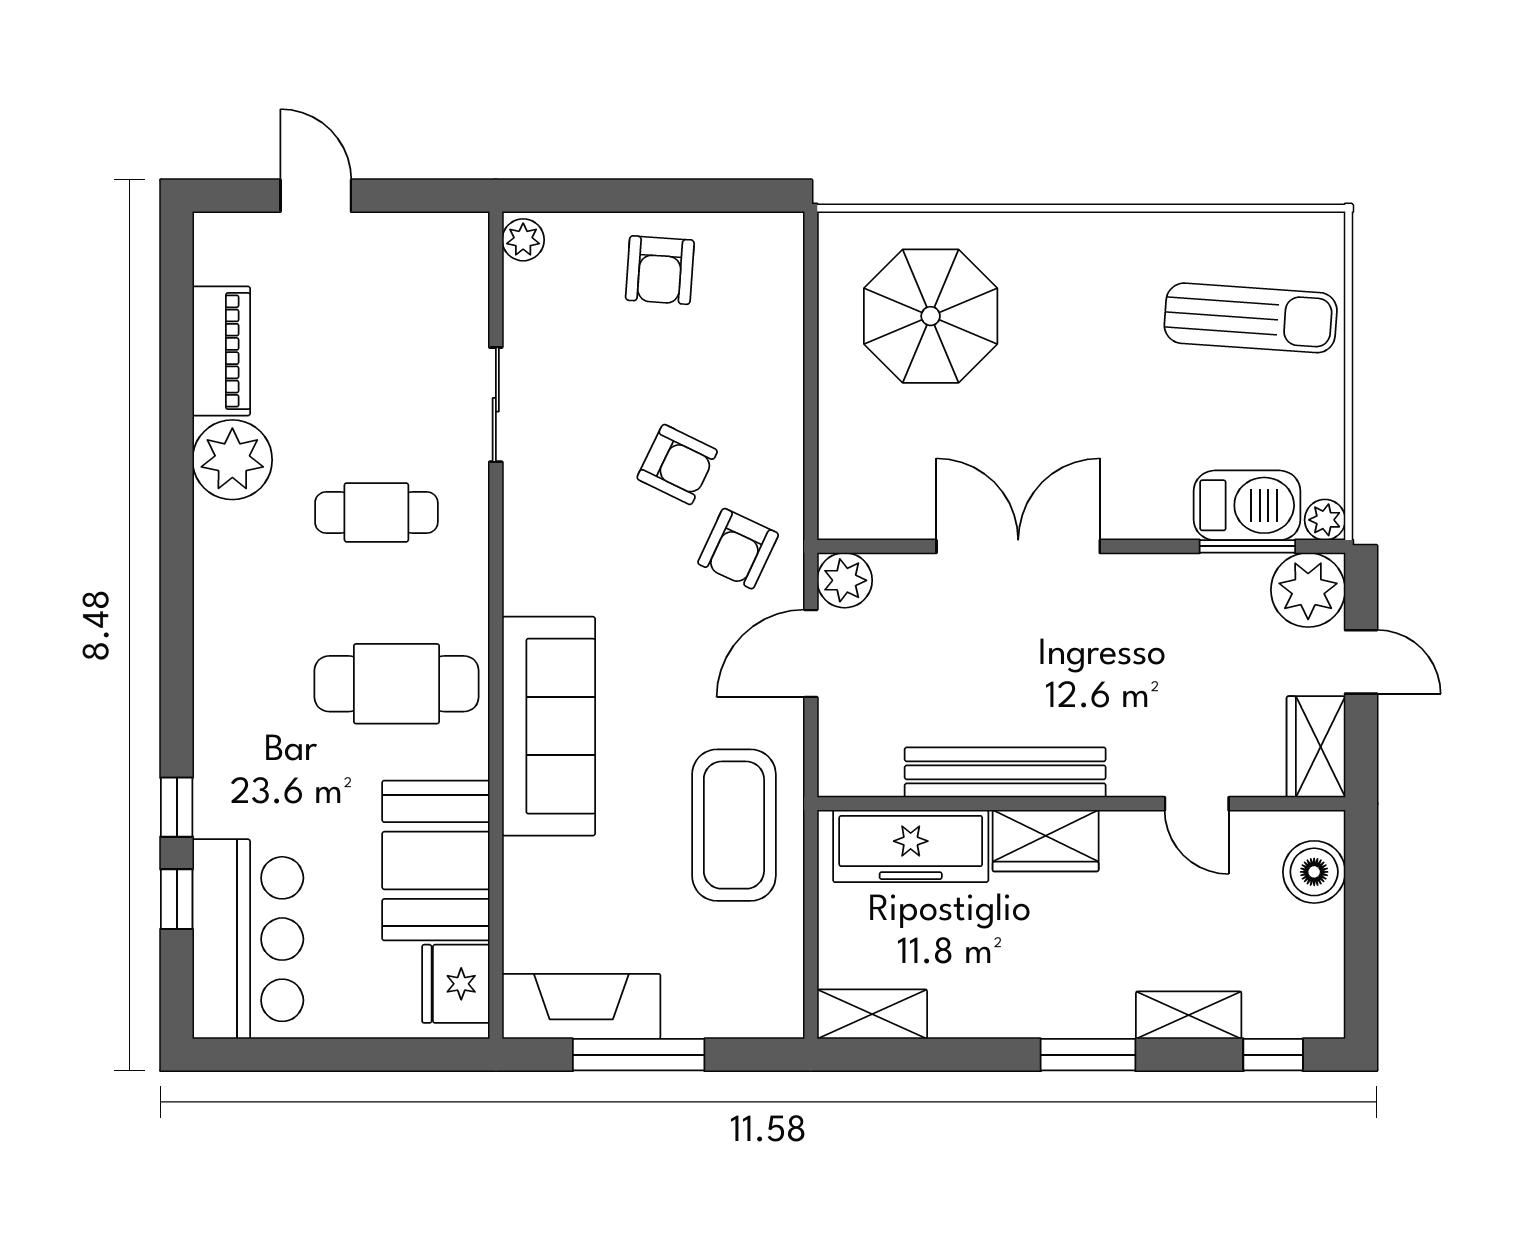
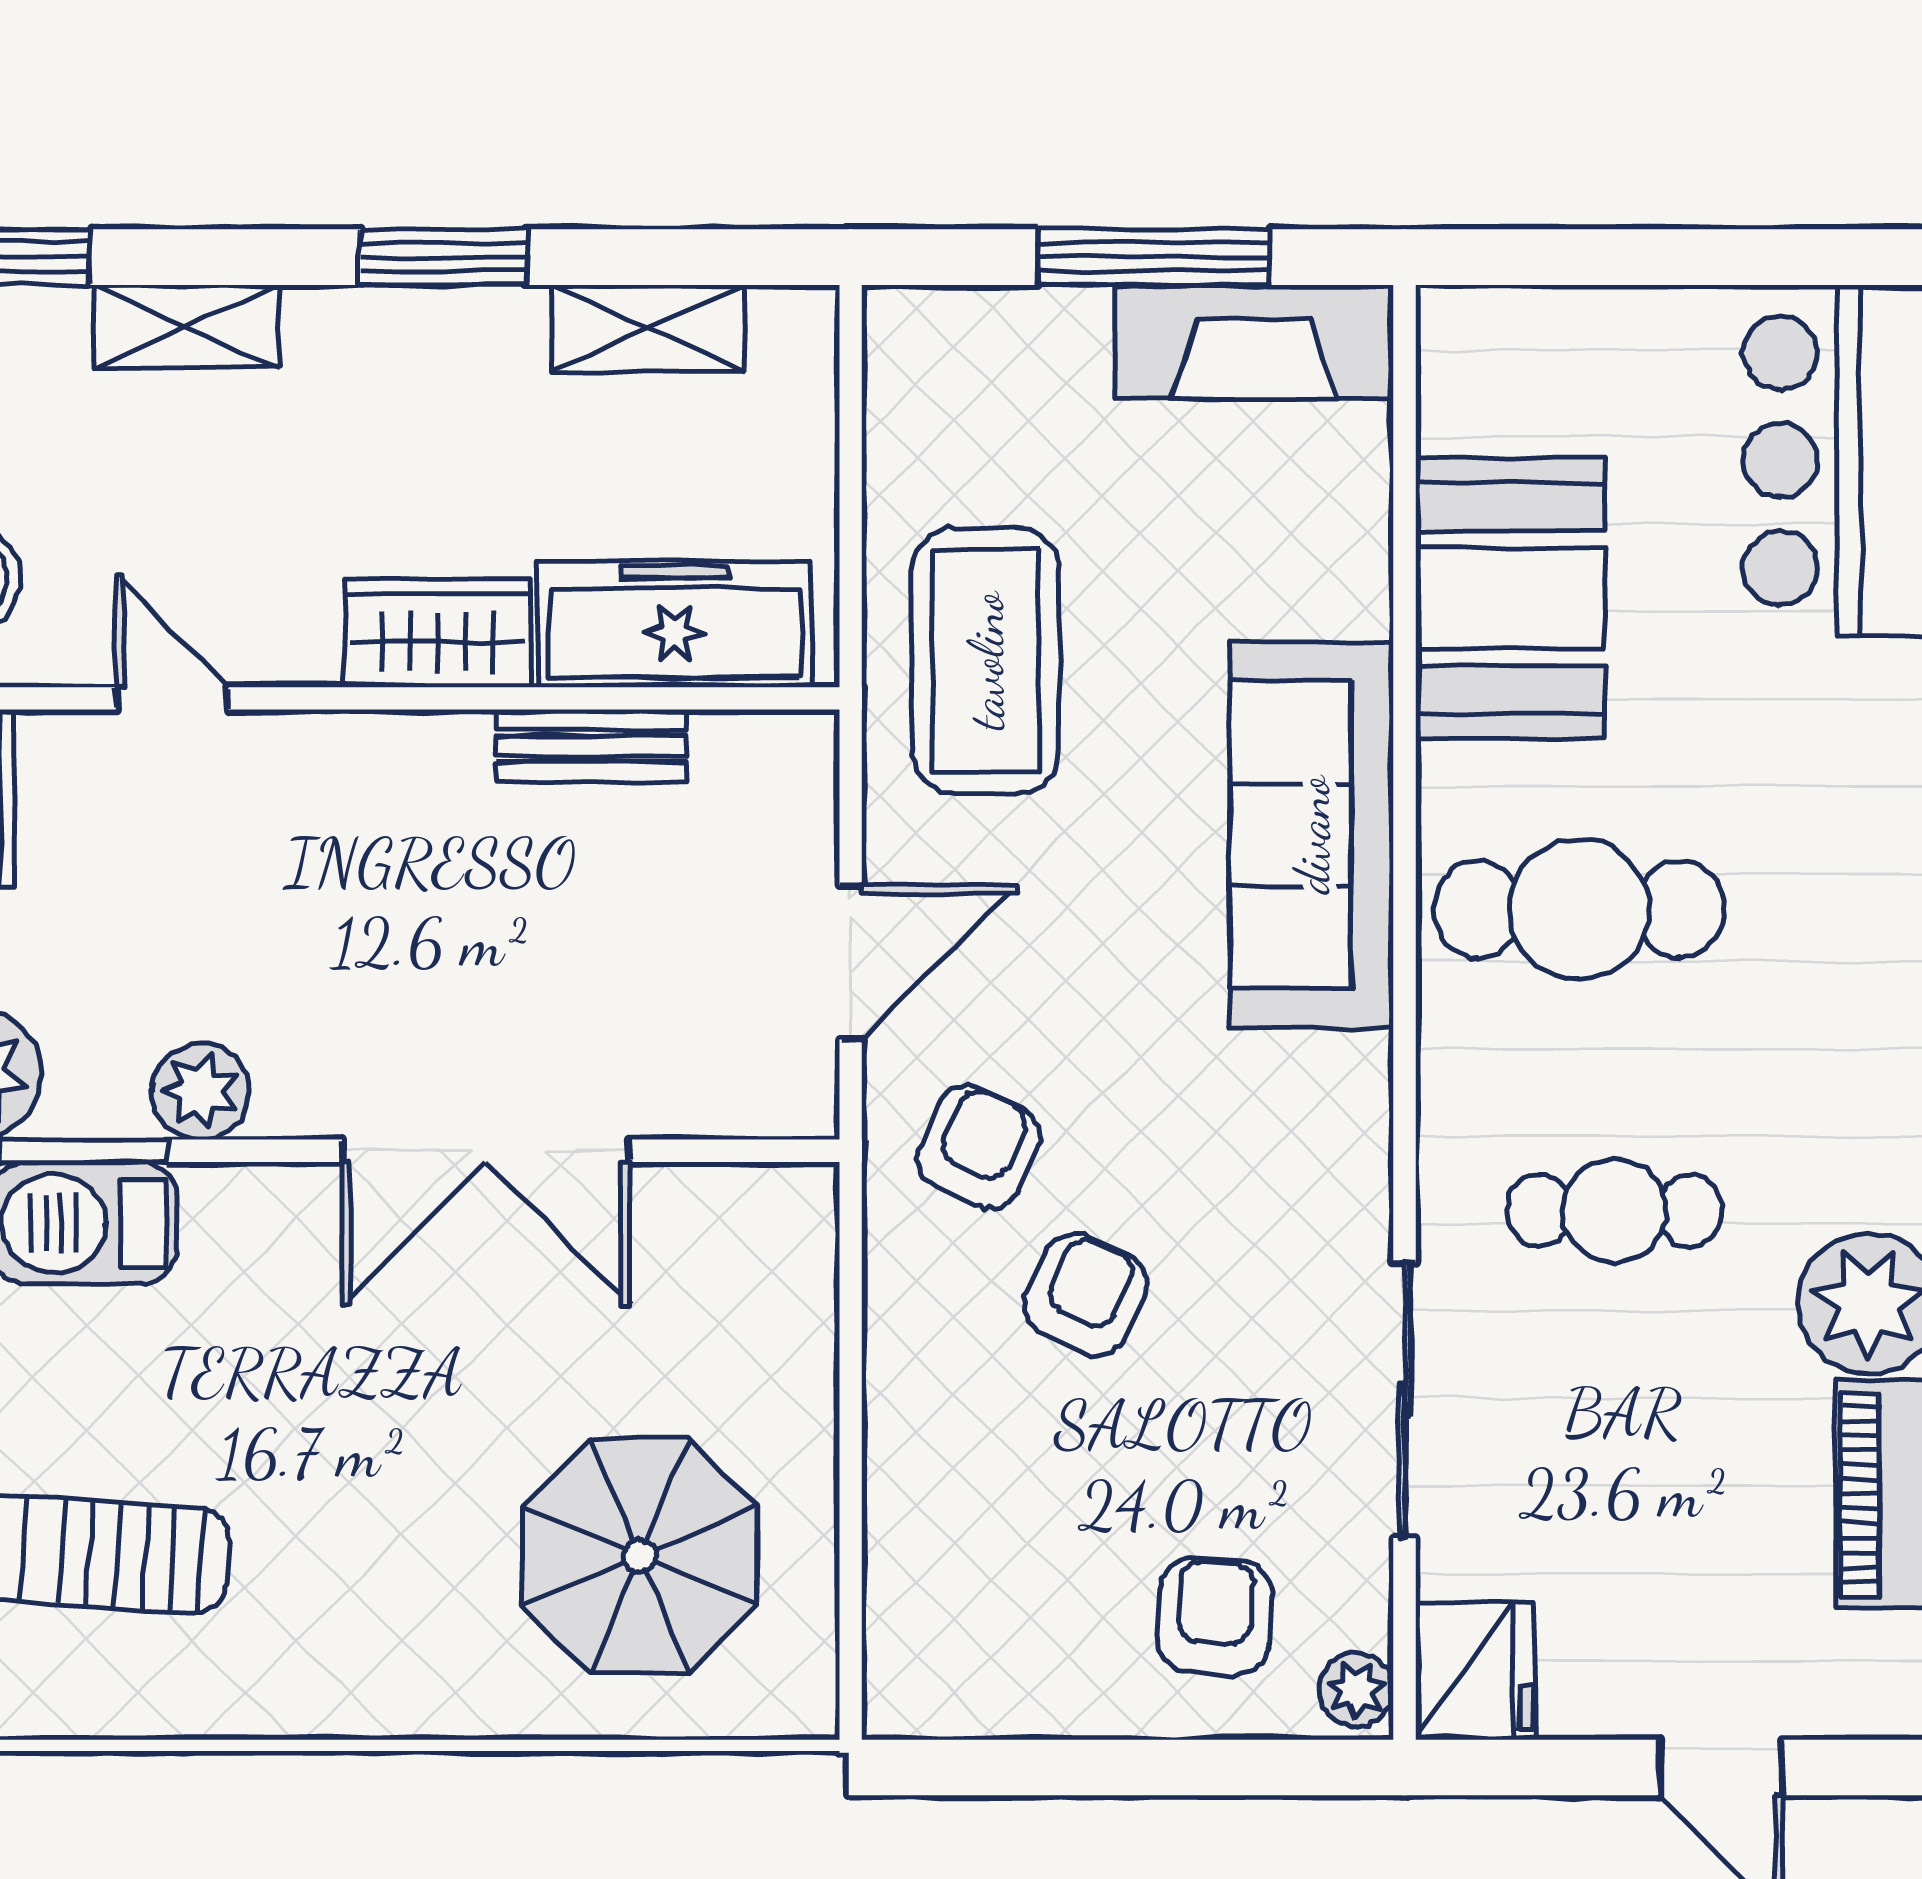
armchair: (660, 270) -> (1214, 1616), moved
sliding door: (496, 405) -> (1405, 1400), width x1.37
armchair: (677, 464) -> (1086, 1295), turned 89
plant: (845, 580) -> (201, 1091), moved
bench: (1005, 772) -> (591, 746), width x0.54, depth x0.82
fridge: (456, 984) -> (1475, 1671), moved
shelving: (872, 1014) -> (648, 328), moved
window: (1088, 1055) -> (443, 257), moved

